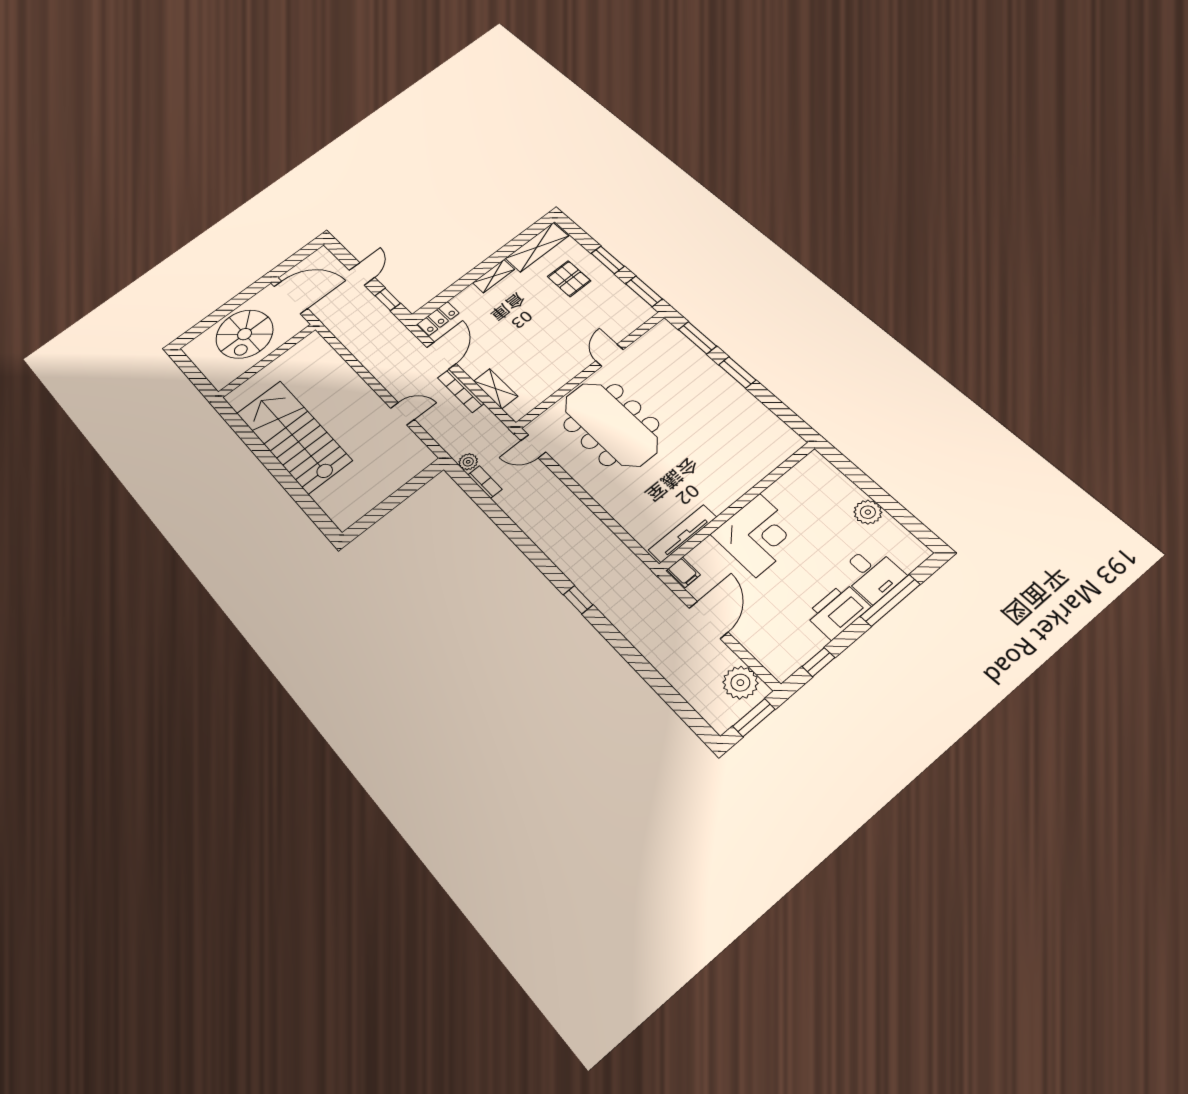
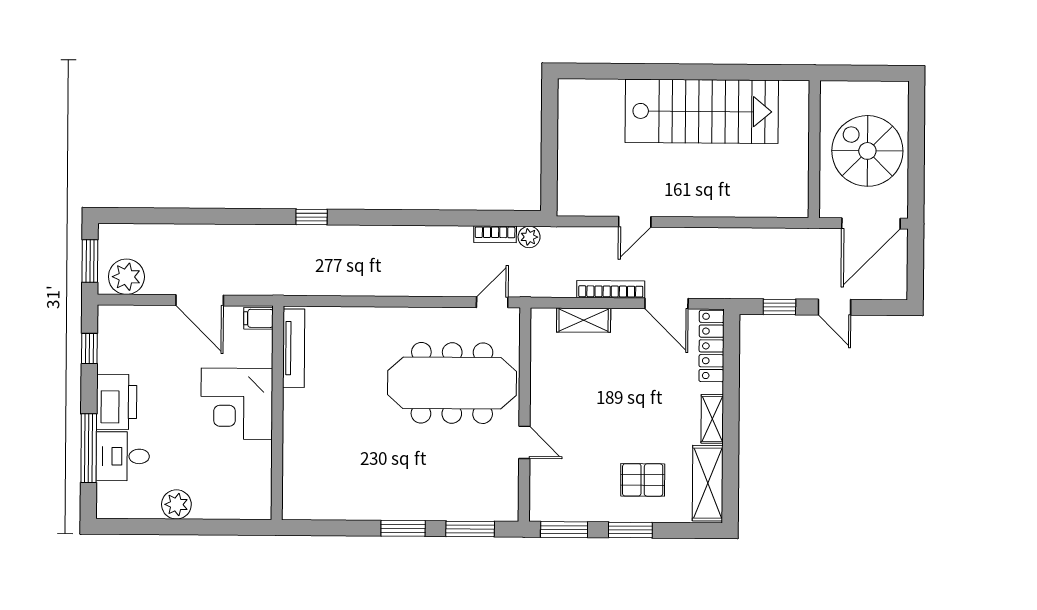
locker: (438, 319) -> (711, 346), width x1.53

